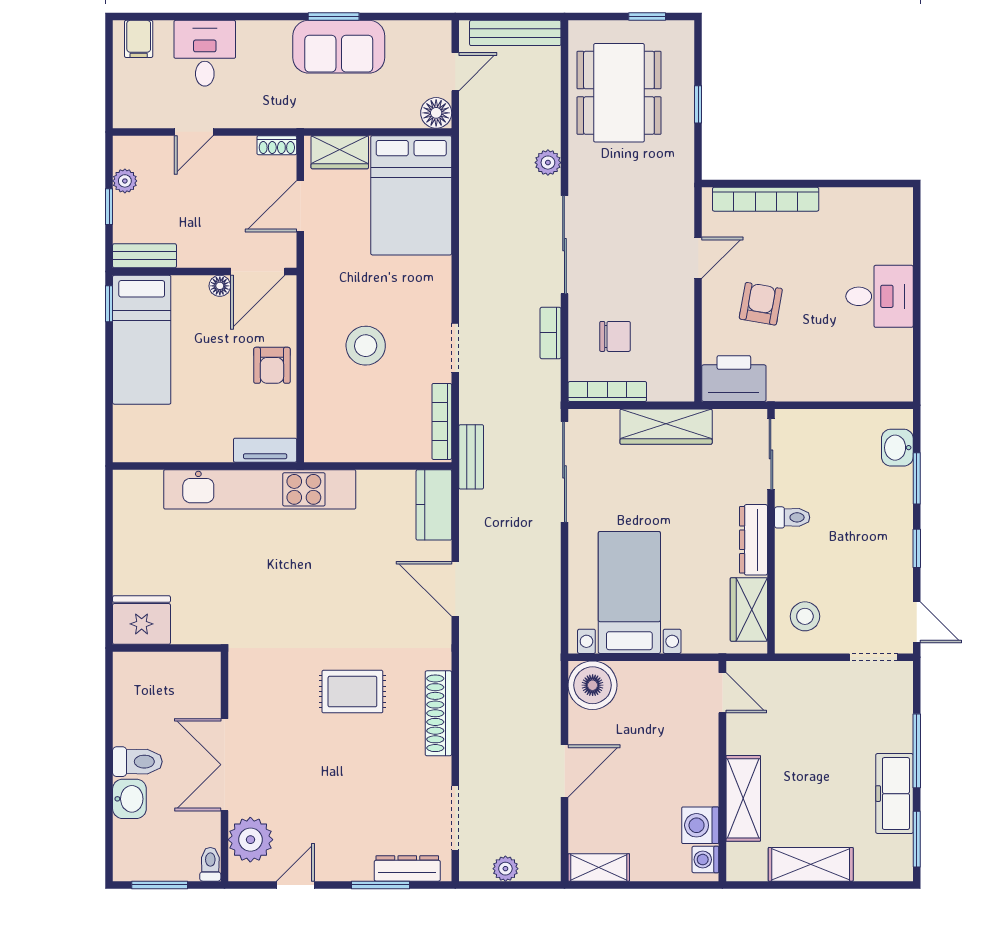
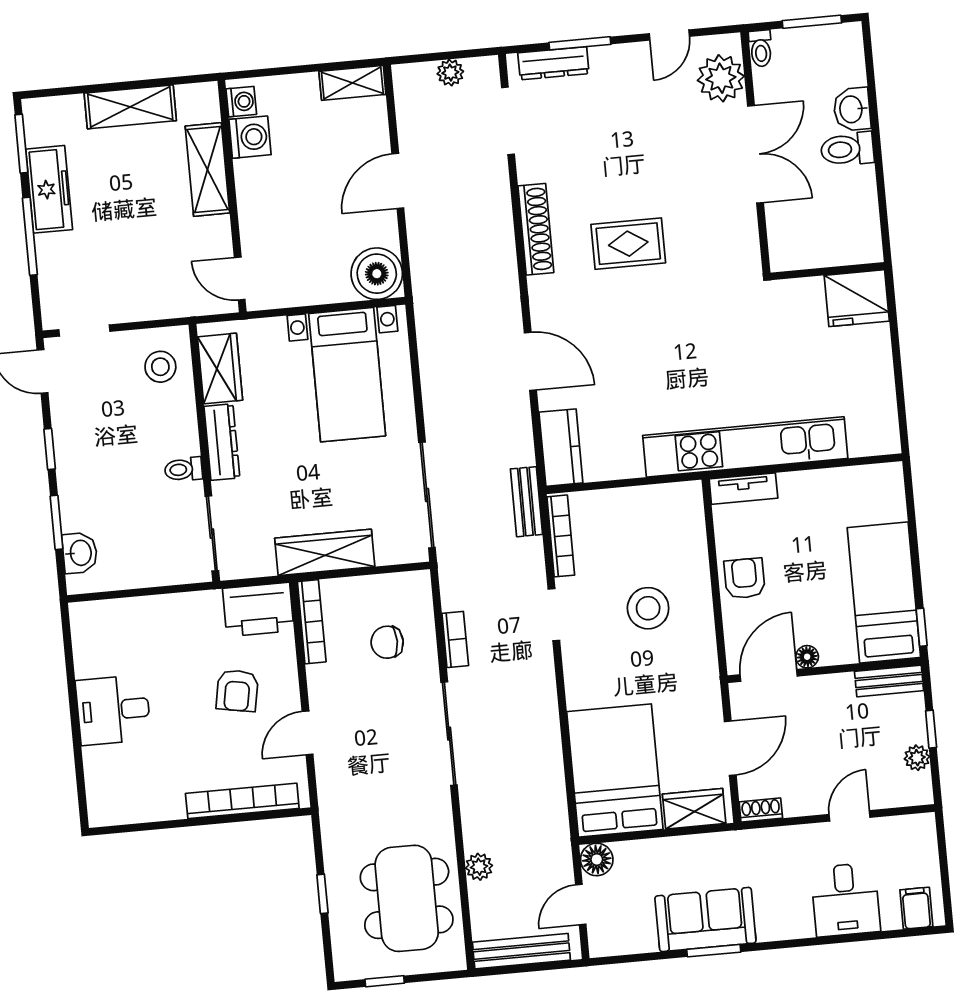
plant: (548, 163) -> (479, 867), moved
bookcase: (607, 392) -> (312, 622), moved, turned -90

